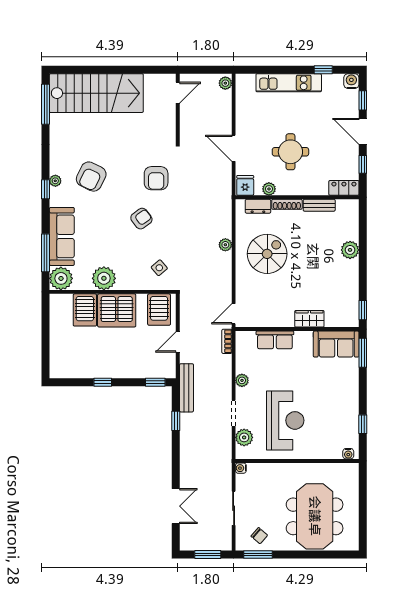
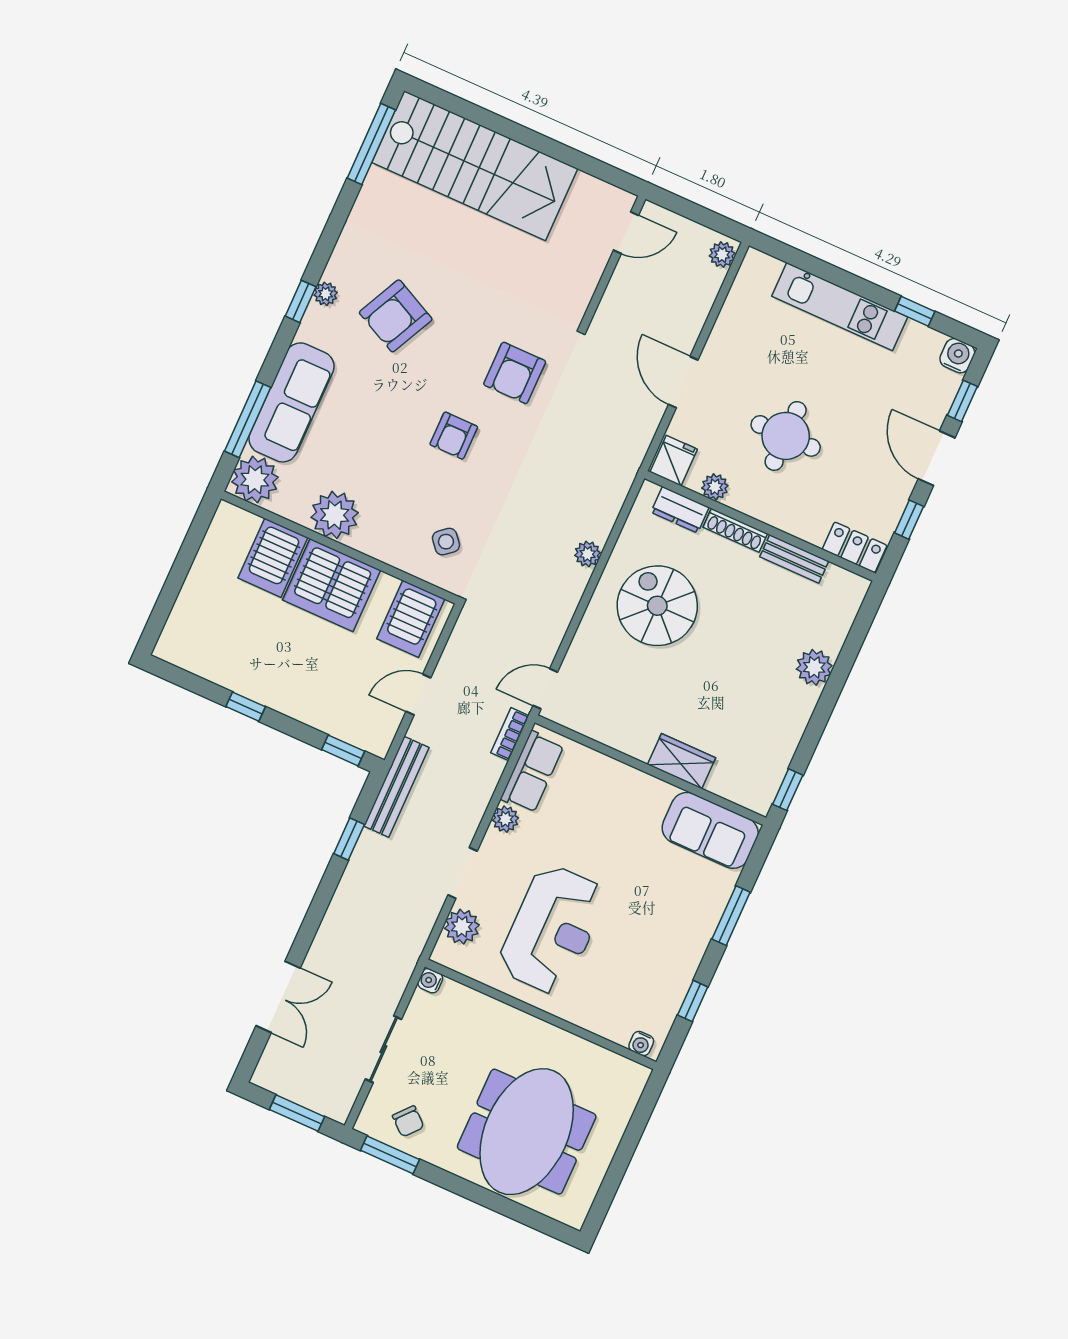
armchair: (141, 219) -> (454, 436), turned 127
spiral stairs: (267, 254) -> (657, 606), turned -90
row of seats: (275, 340) -> (532, 772), moved, turned -90
window: (363, 353) -> (731, 916), moved

